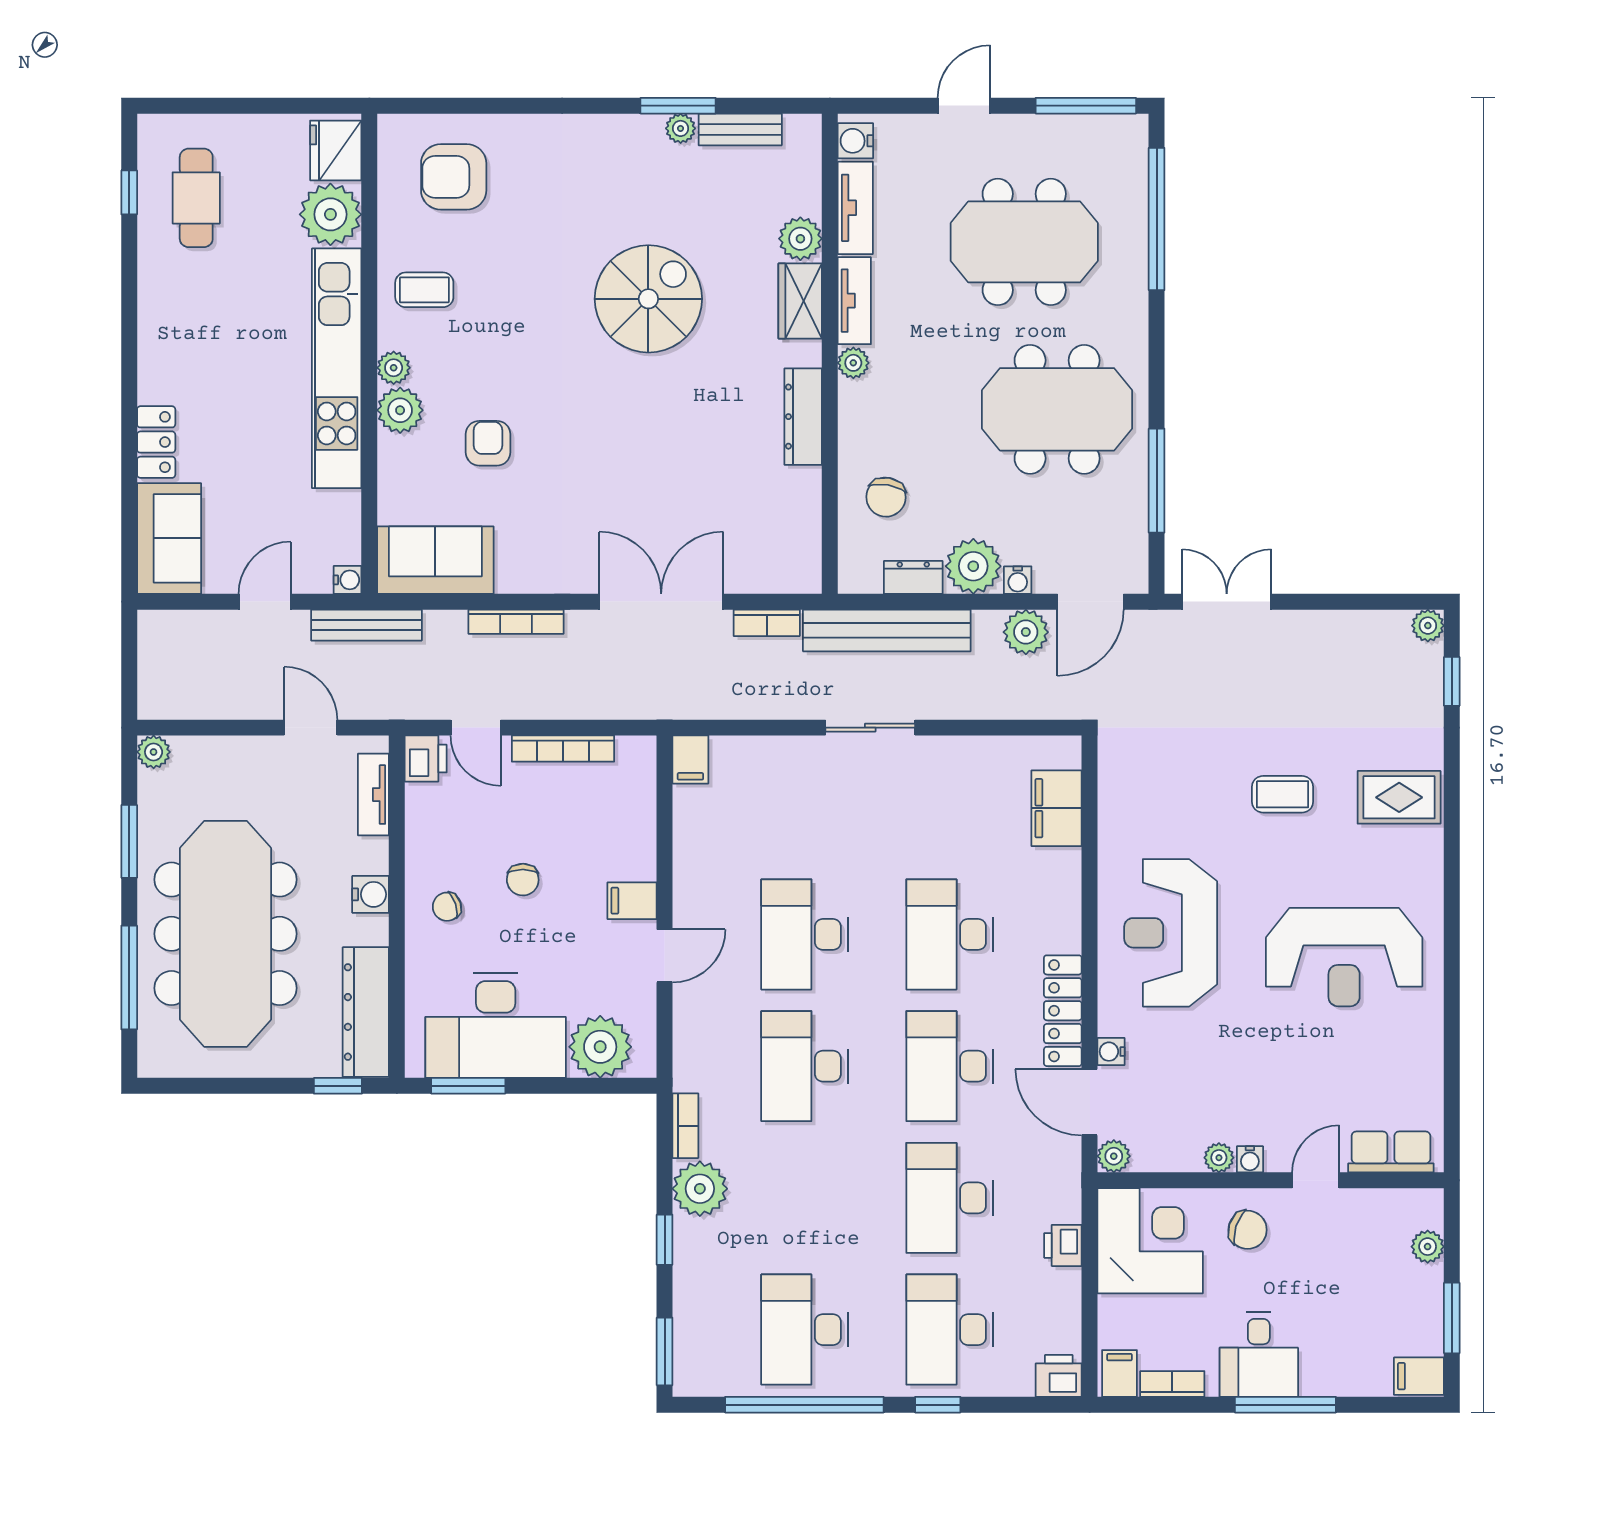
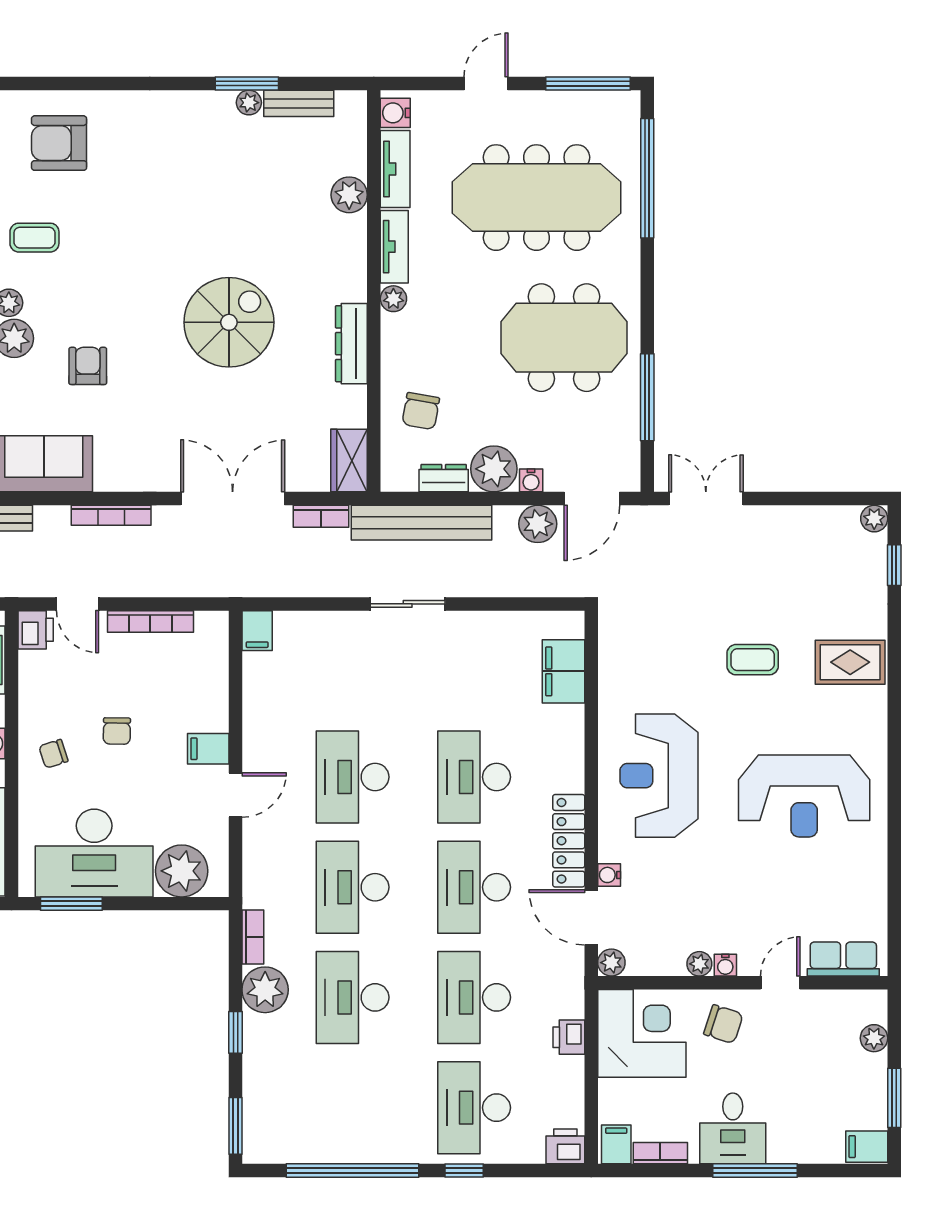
meeting table: (1024, 242) -> (536, 198), width x1.36
spiral stairs: (648, 299) -> (229, 322), moved
wardrobe: (800, 301) -> (349, 461), moved
desk: (805, 1330) -> (353, 997), moved

